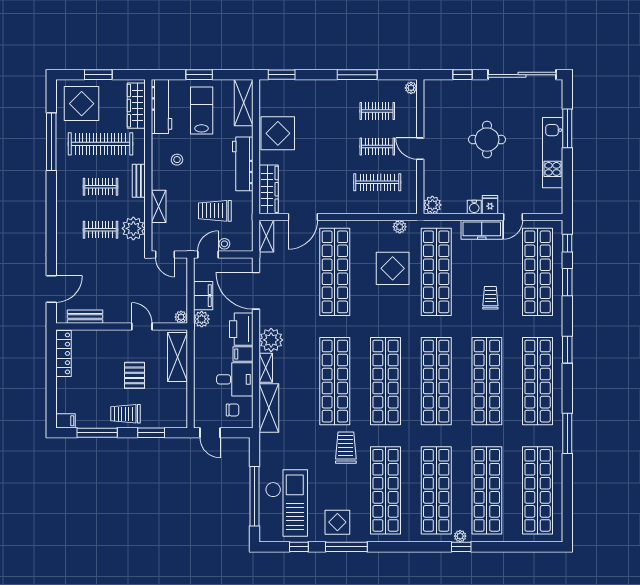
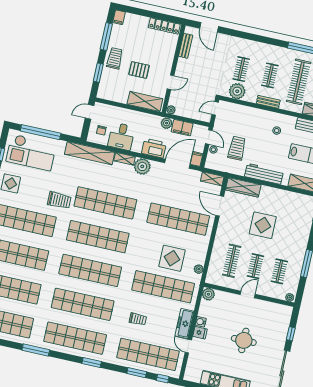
display table: (278, 133) -> (263, 225), moved
shelving: (159, 206) -> (248, 111), removed
filing cabinet: (243, 354) -> (196, 159), moved
shelving: (269, 408) -> (90, 153), width x1.47

